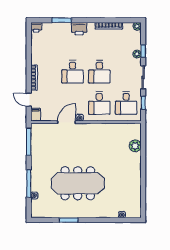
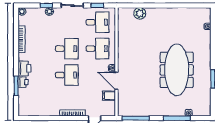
printer: (36, 27) -> (23, 82), moved
filing cabinet: (36, 115) -> (109, 96), moved

